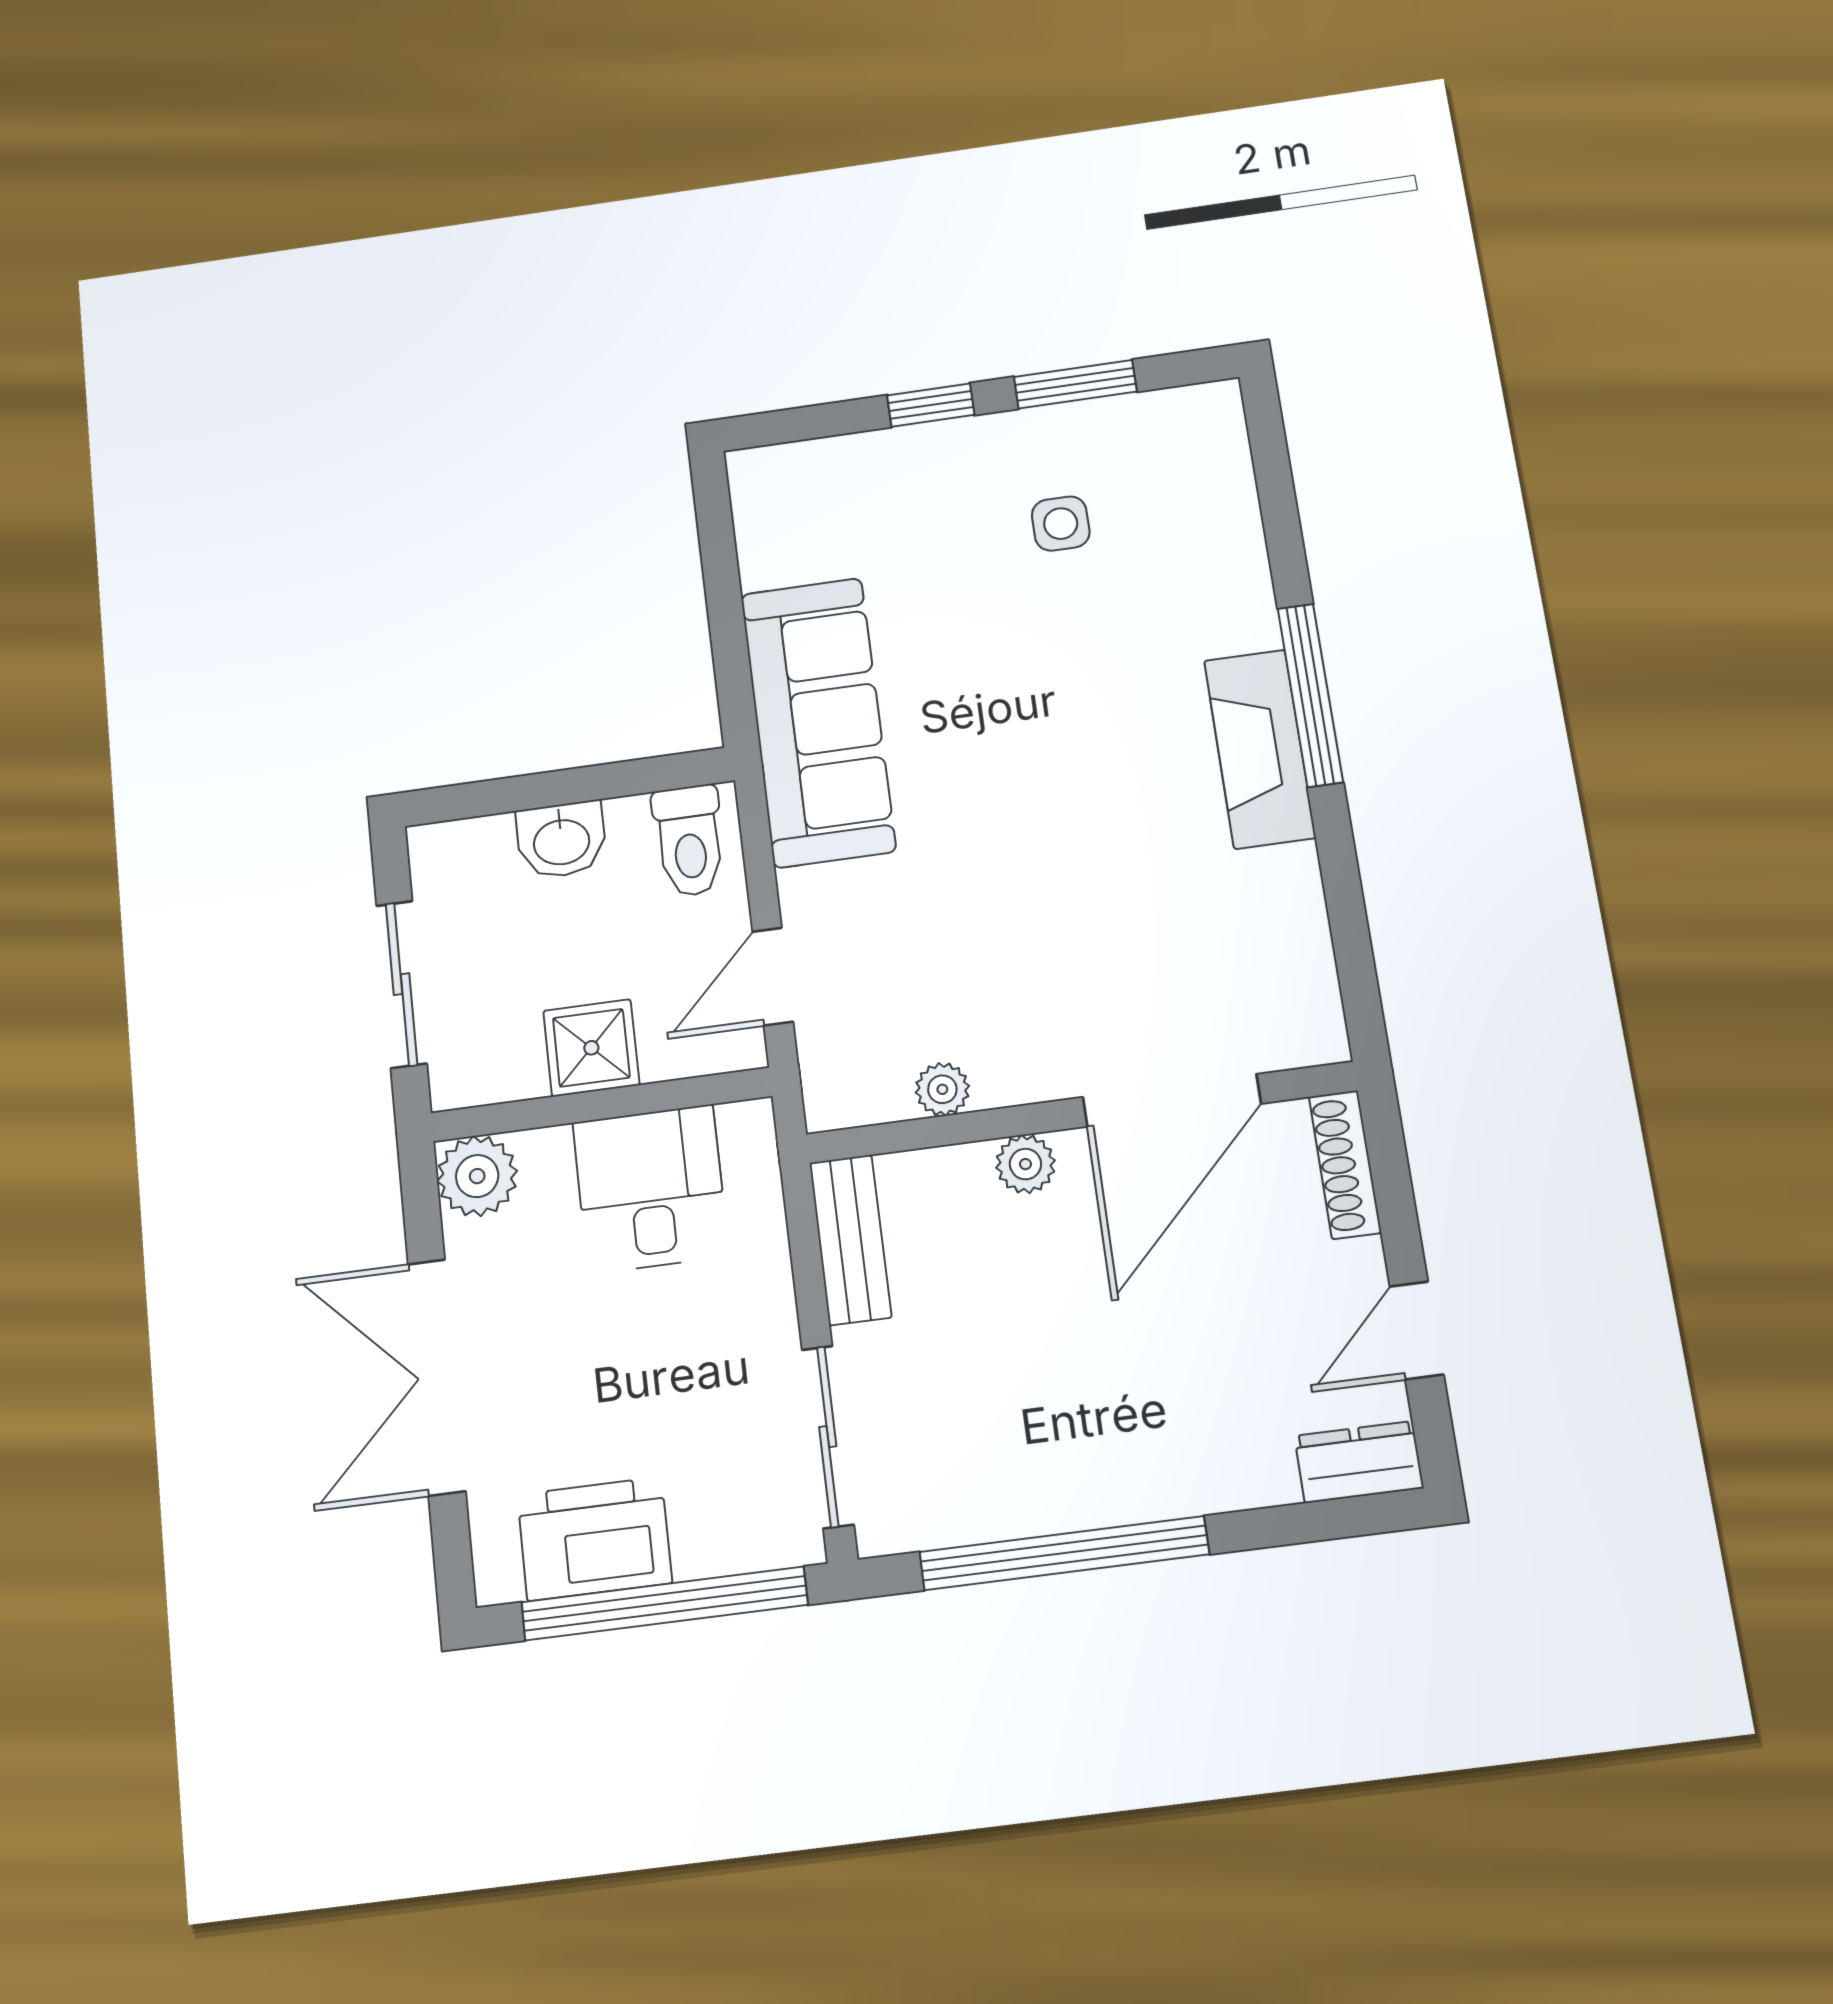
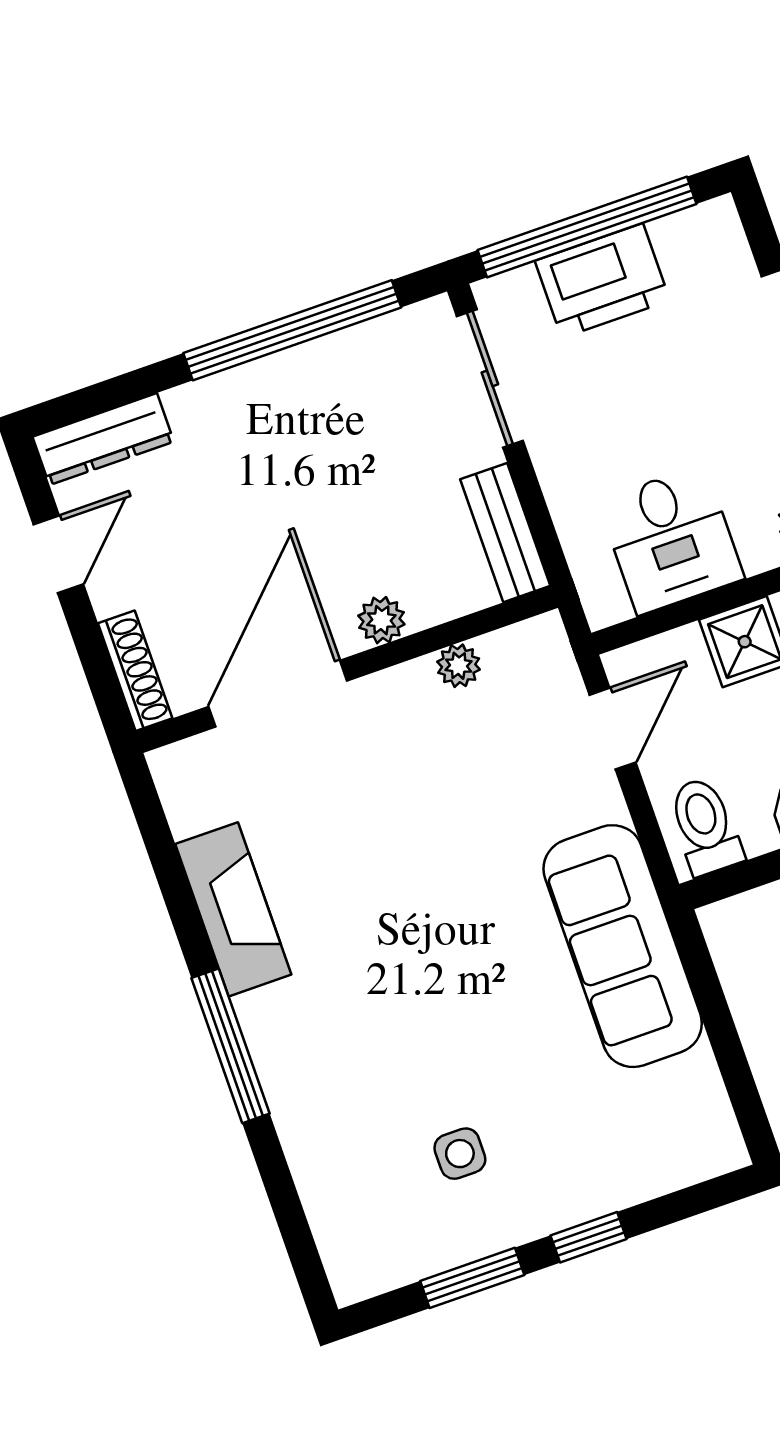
fireplace: (1260, 749) -> (233, 909), moved
dresser: (1359, 1462) -> (103, 439), width x1.44
printer: (595, 1539) -> (602, 281), moved

